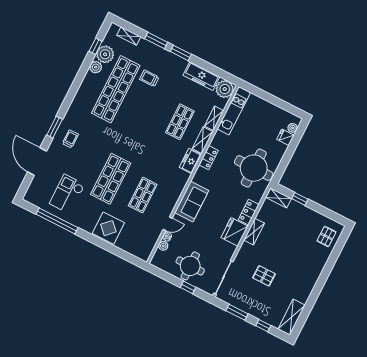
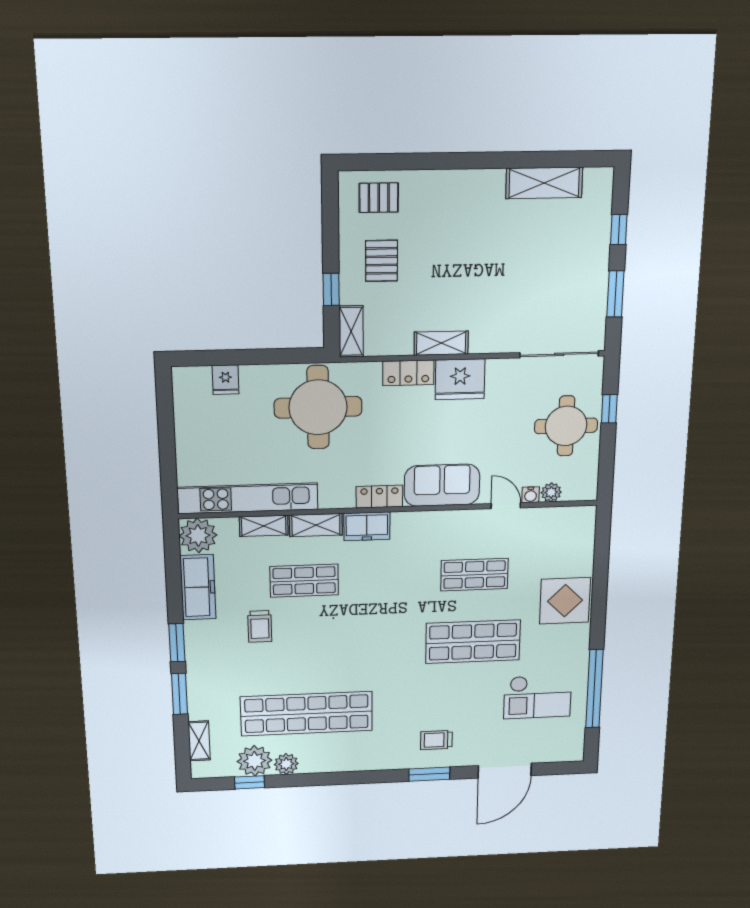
trolley: (149, 78) -> (260, 626), moved
kitchen unit: (234, 111) -> (248, 498), width x1.36
plant: (293, 128) -> (200, 376), removed
locker: (209, 158) -> (379, 497), moved
pallet: (264, 276) -> (382, 261), moved
shelving: (292, 317) -> (544, 183), moved

